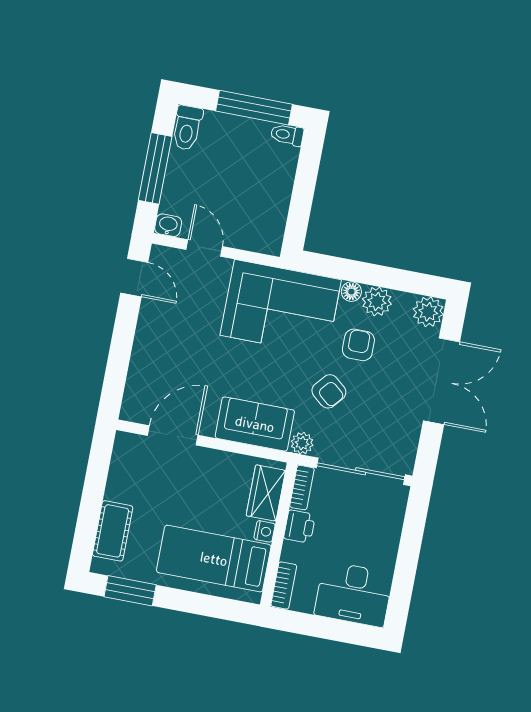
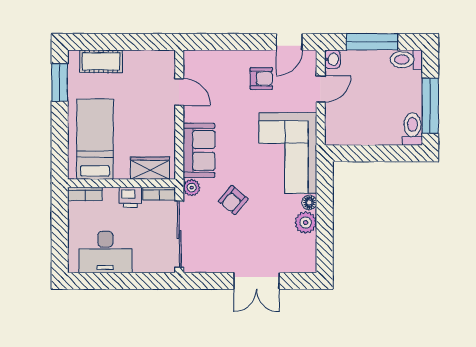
toilet: (287, 135) -> (412, 129), width x1.37, depth x1.39
plant: (428, 312) -> (305, 261), removed
armchair: (358, 345) -> (261, 79), moved
double door: (441, 381) -> (256, 281), width x0.73
door: (173, 435) -> (179, 92), width x0.73
nightstand: (265, 531) -> (122, 172), removed
desk: (354, 594) -> (105, 252), moved, turned -90

